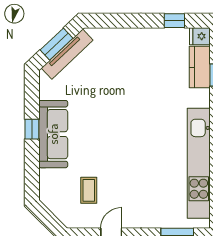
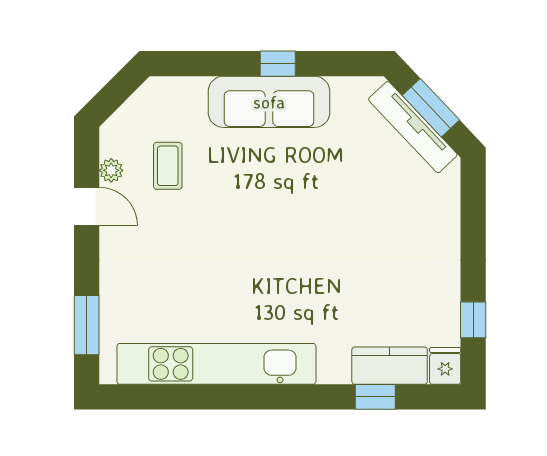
coffee table: (89, 190) -> (168, 166), turned 90
plant: (91, 222) -> (111, 170), added

